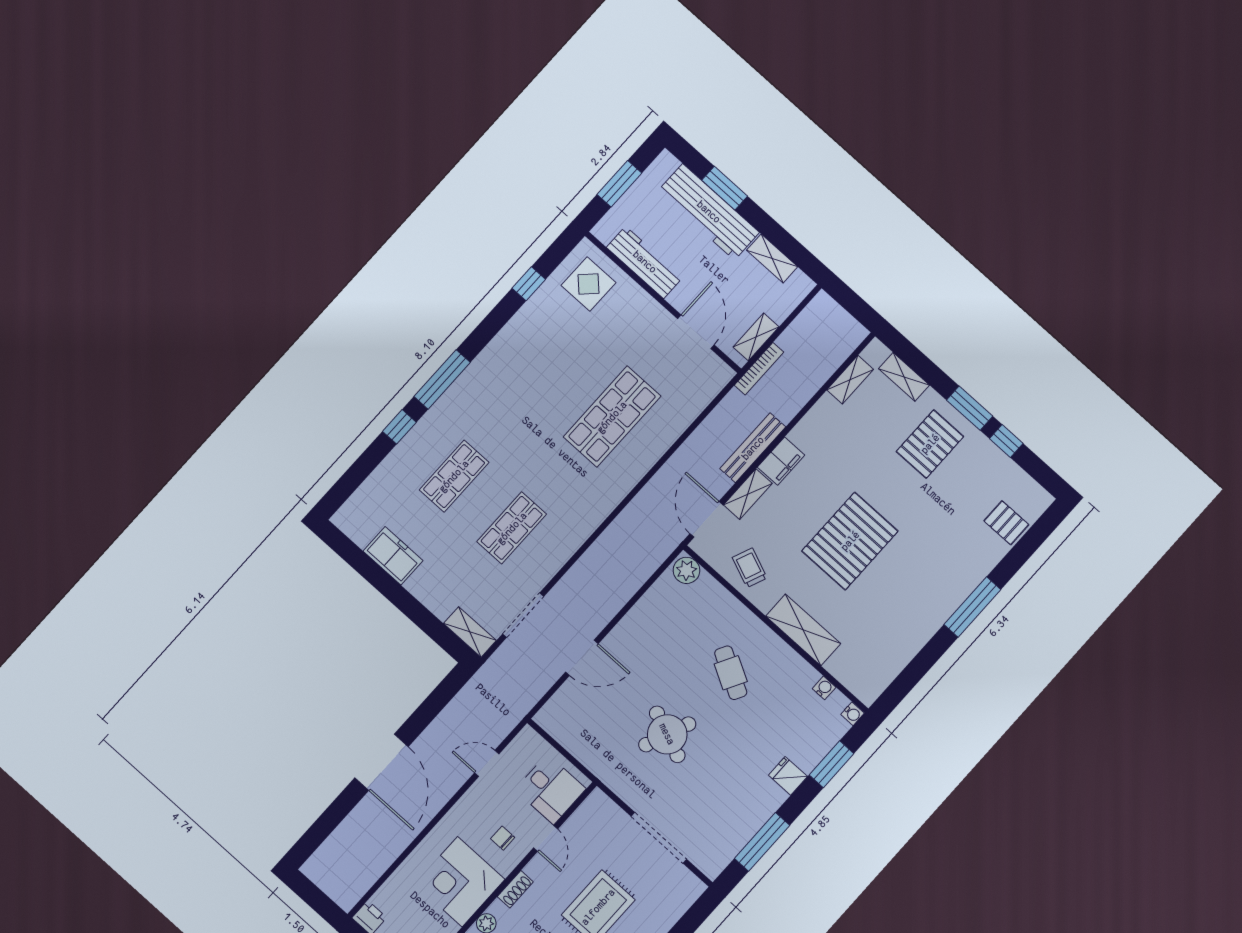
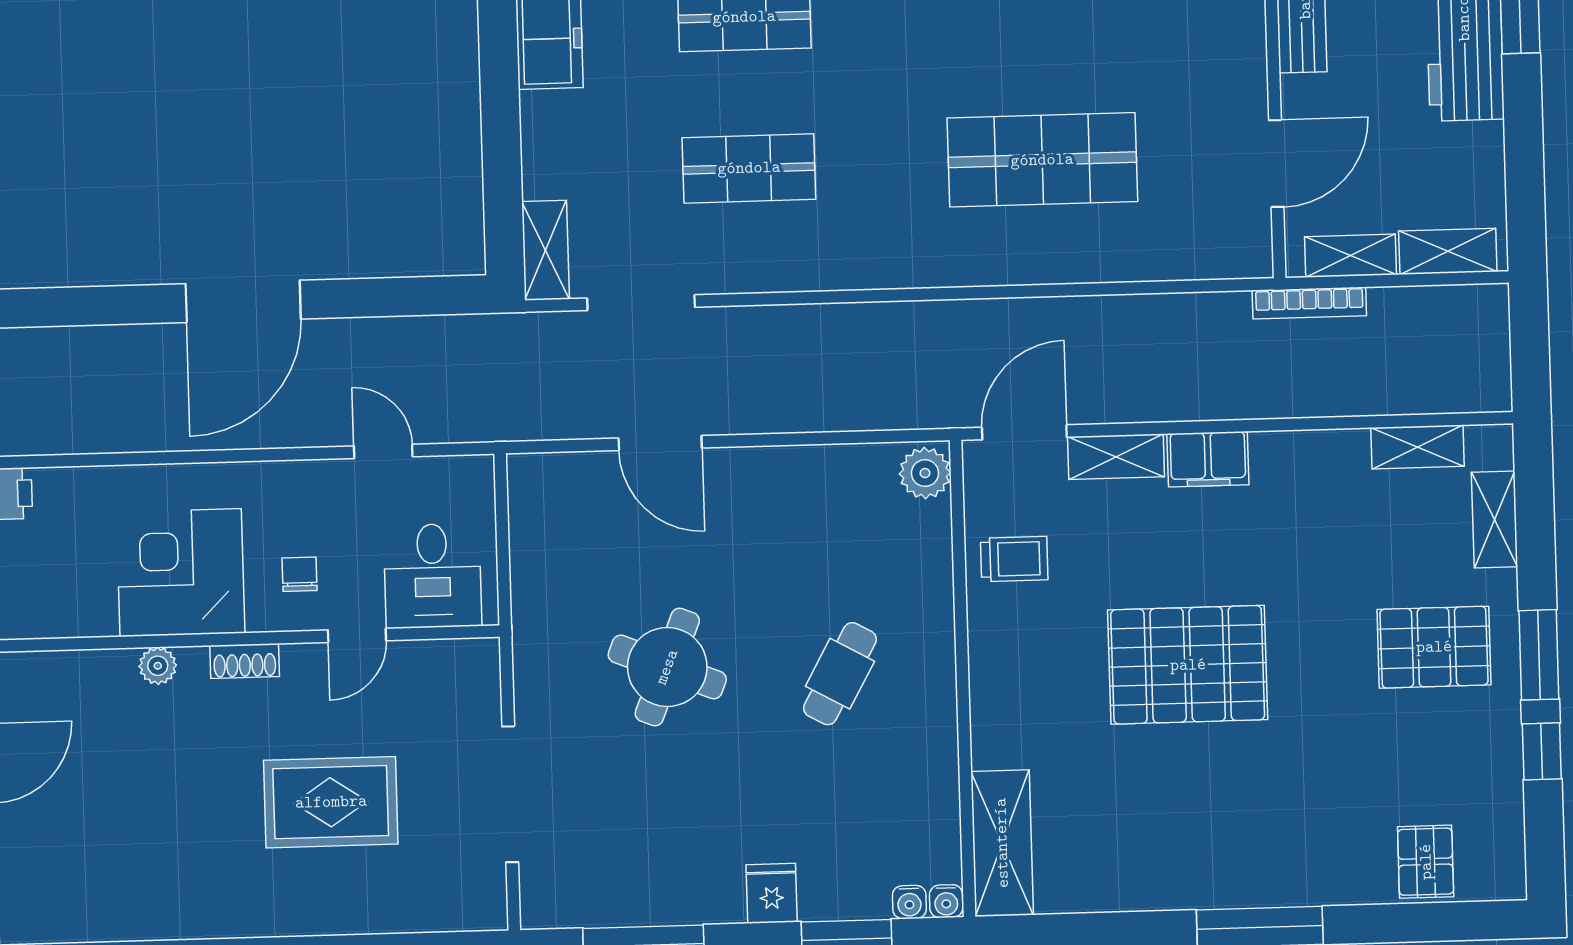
shelving: (772, 258) -> (1448, 251), moved, turned 90
bench: (753, 448) -> (1189, 401), removed
trolley: (750, 568) -> (1014, 559), turned 68
shelving: (803, 630) -> (1002, 843), moved
water cooler: (824, 688) -> (909, 902), moved, turned 90

